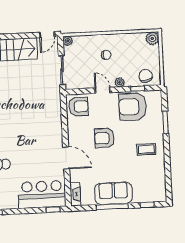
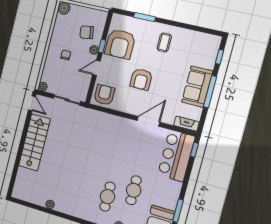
chair: (146, 76) -> (87, 32), moved
window: (137, 89) -> (102, 46), moved

